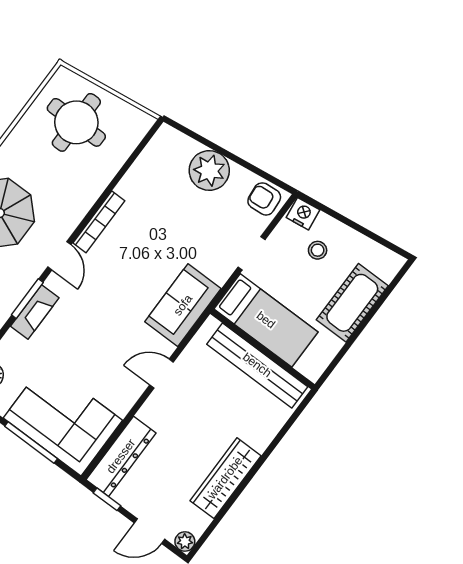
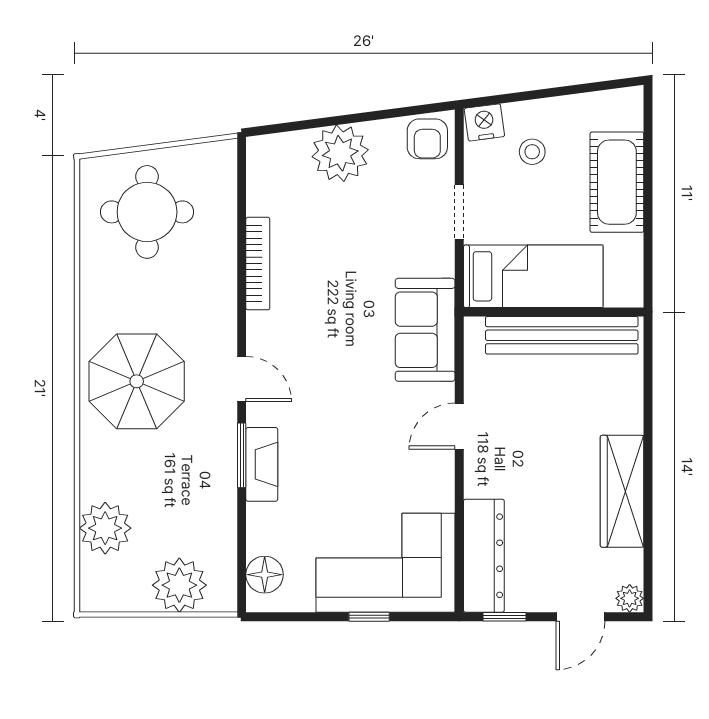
armchair: (264, 199) -> (427, 139), turned -85
bookcase: (99, 222) -> (258, 264), moved
window: (31, 442) -> (369, 617), width x0.46

